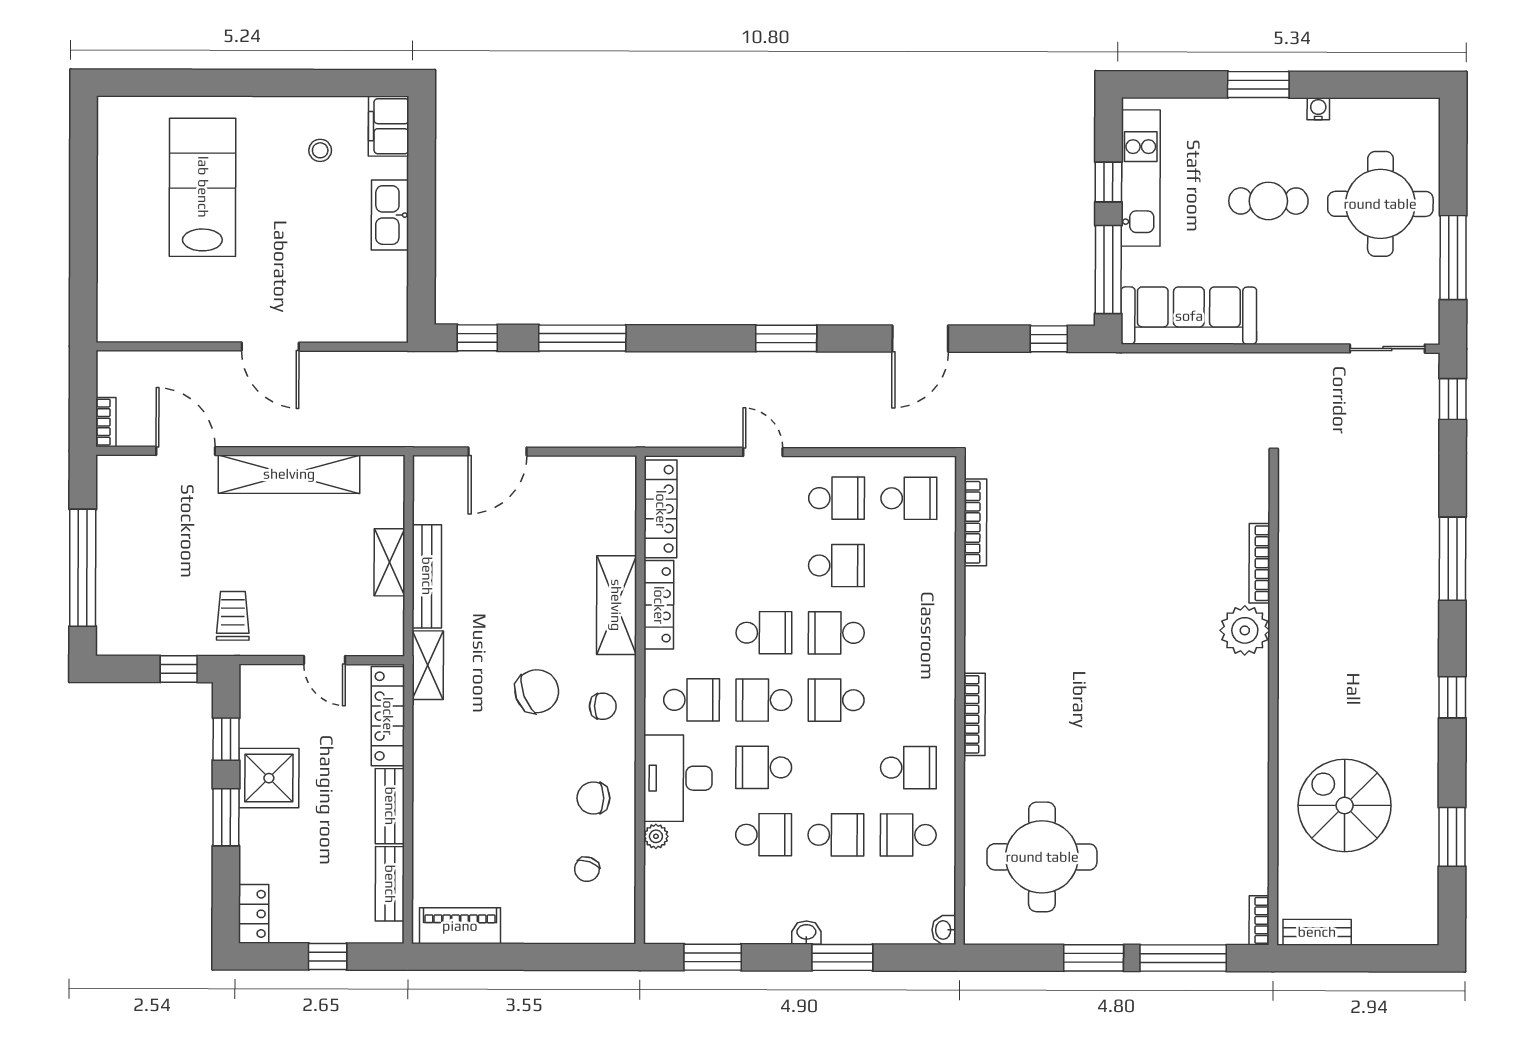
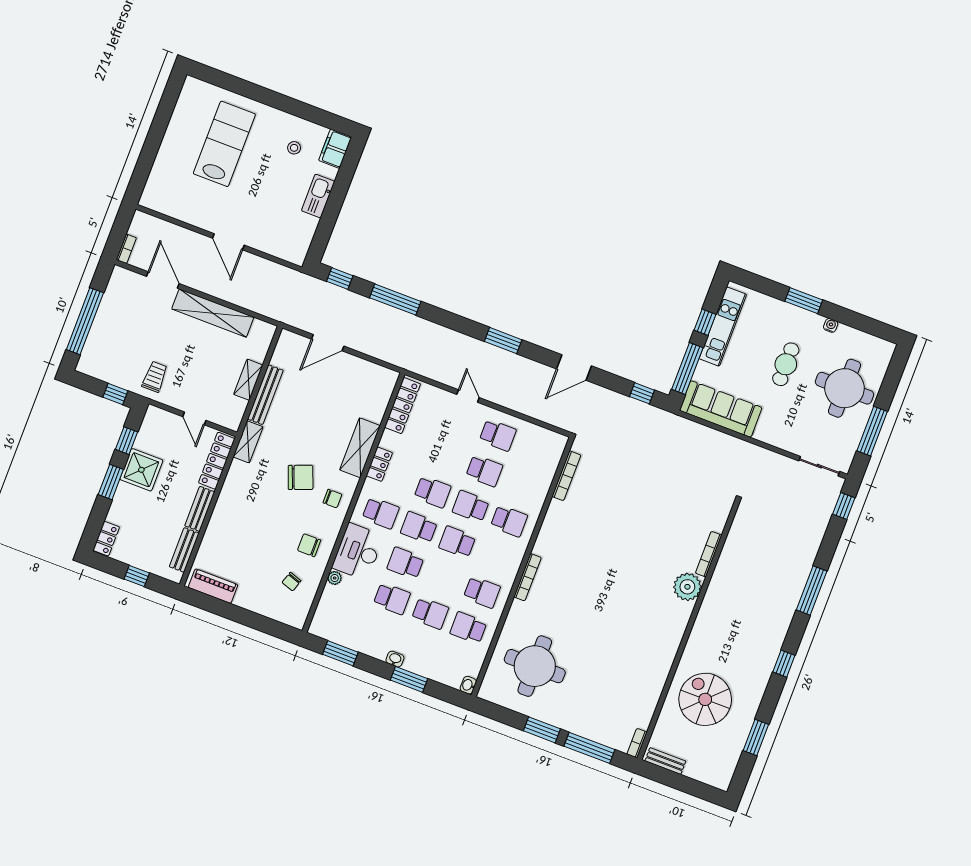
cafe table: (1268, 201) -> (786, 364), turned 90
school desk: (909, 498) -> (509, 521), moved
locker: (659, 605) -> (379, 464), width x0.66

